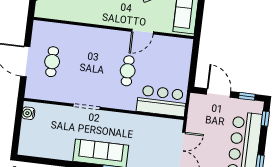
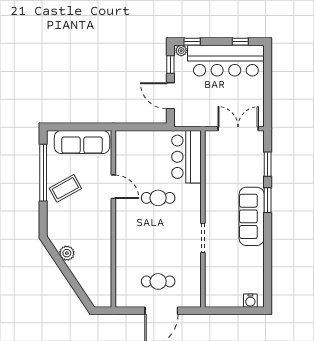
door: (219, 93) -> (170, 96), hinge flipped
plant: (258, 108) -> (181, 51), added
water cooler: (28, 113) -> (250, 301), moved

